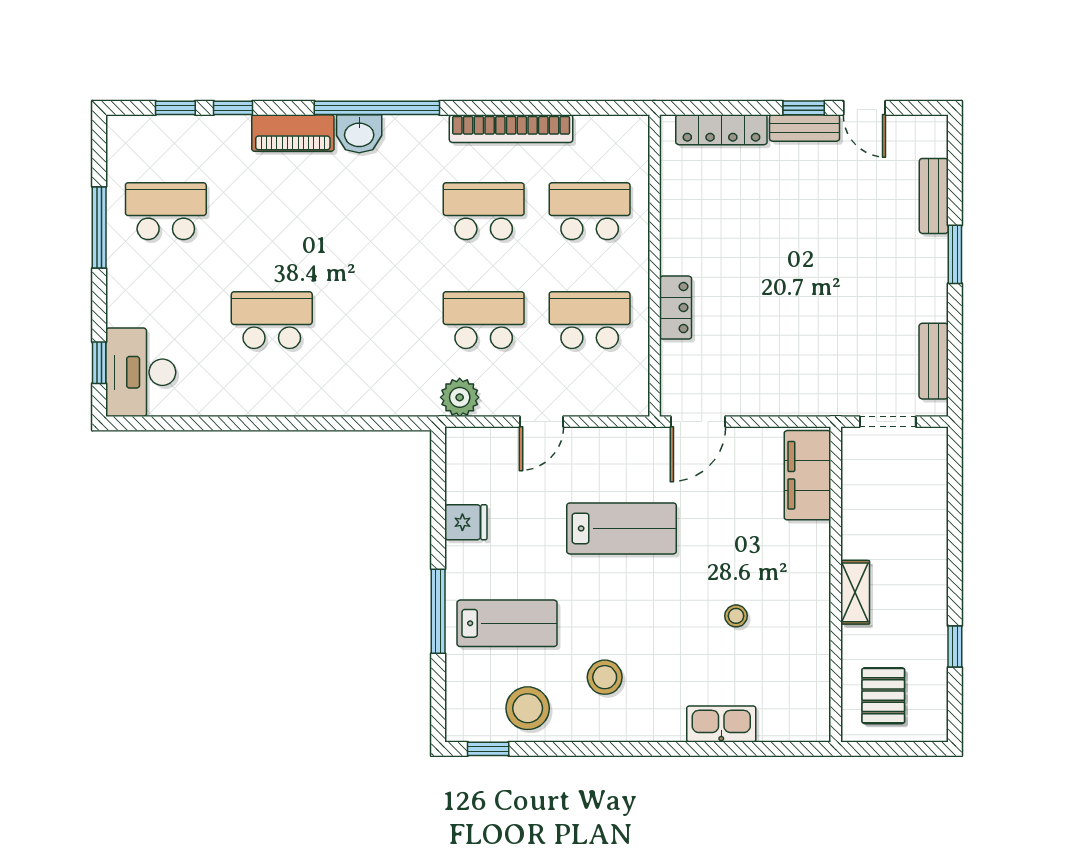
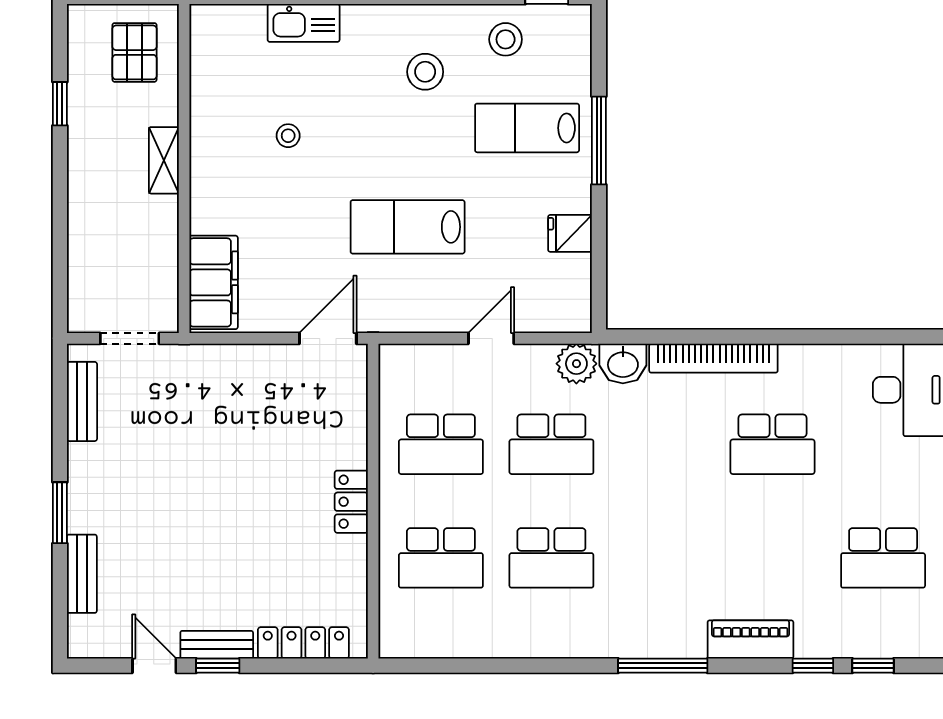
window: (377, 108) -> (663, 666), width x0.68
bookcase: (511, 129) -> (713, 358), moved, turned 180
washbasin: (359, 134) -> (623, 363), moved, turned 180
locker: (676, 308) -> (351, 502), moved
stool: (528, 708) -> (506, 39), width x0.73, depth x0.73

